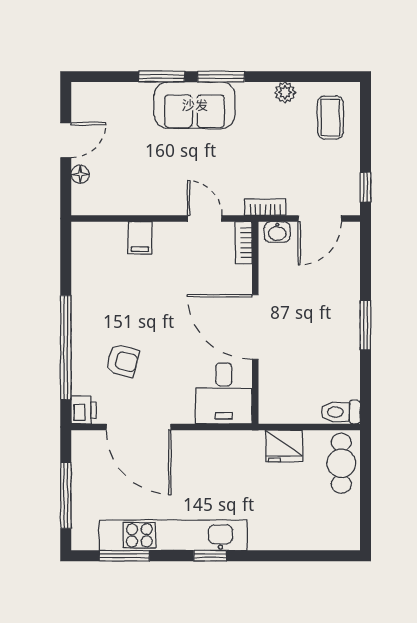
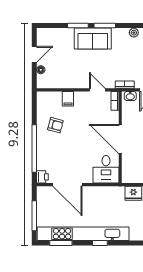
armchair: (123, 361) -> (55, 125), moved
kitchen unit: (173, 535) -> (83, 234), width x1.36

